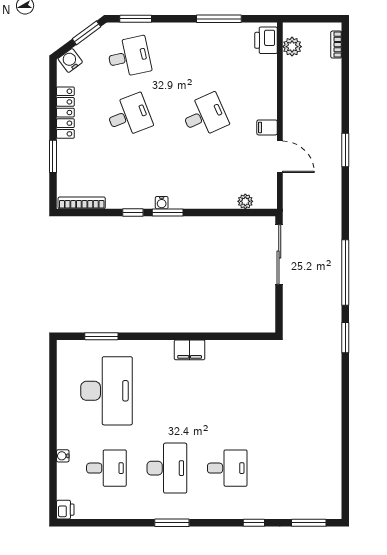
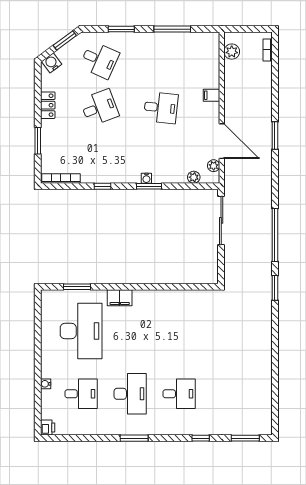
window: (136, 19) -> (121, 29), moved
printer: (266, 40) -> (211, 46), removed
desk: (129, 57) -> (99, 60), turned 36
locker: (65, 113) -> (48, 105), width x0.66
desk: (205, 116) -> (161, 108), turned 30
filing cabinet: (267, 127) -> (211, 95), moved
door: (280, 157) -> (222, 141), width x1.36
plant: (270, 187) -> (214, 166), added
water cooler: (162, 203) -> (146, 178), moved
window: (168, 212) -> (149, 186), moved
filing cabinet: (190, 350) -> (120, 298), moved

